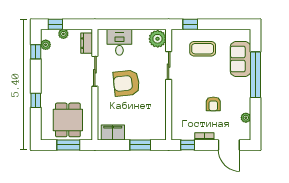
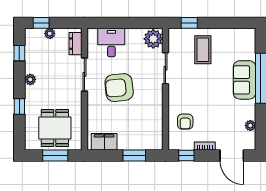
plant: (46, 45) -> (30, 79), moved
coffee table: (203, 49) -> (203, 50), turned 90
sofa: (241, 59) -> (244, 80), moved
armchair: (213, 104) -> (185, 122), moved

